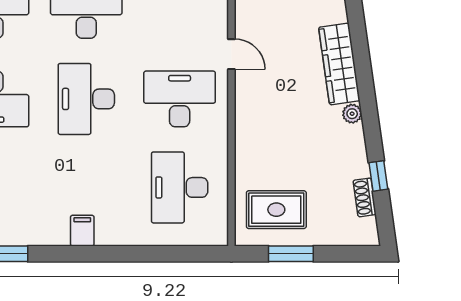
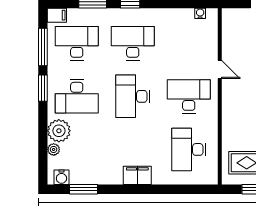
filing cabinet: (82, 231) -> (137, 175), width x2.00

